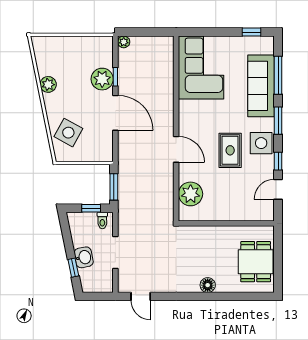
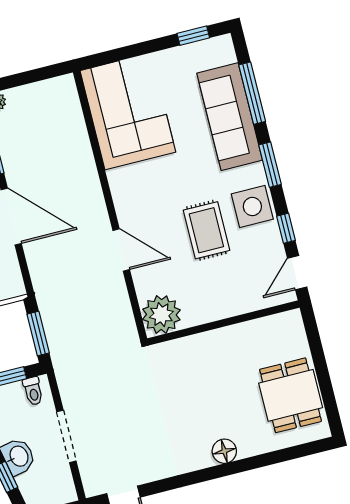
wall: (226, 223) -> (223, 323), moved

